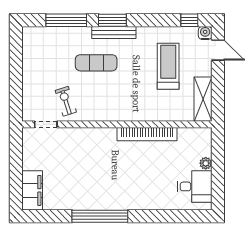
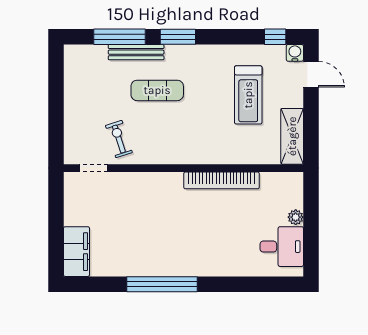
bench: (114, 32) -> (136, 52), moved
treadmill: (168, 66) -> (248, 95), turned 180

